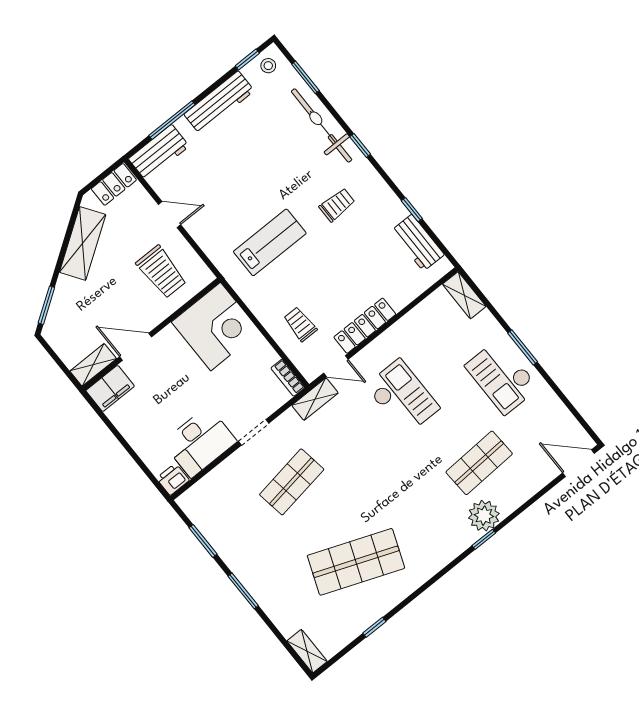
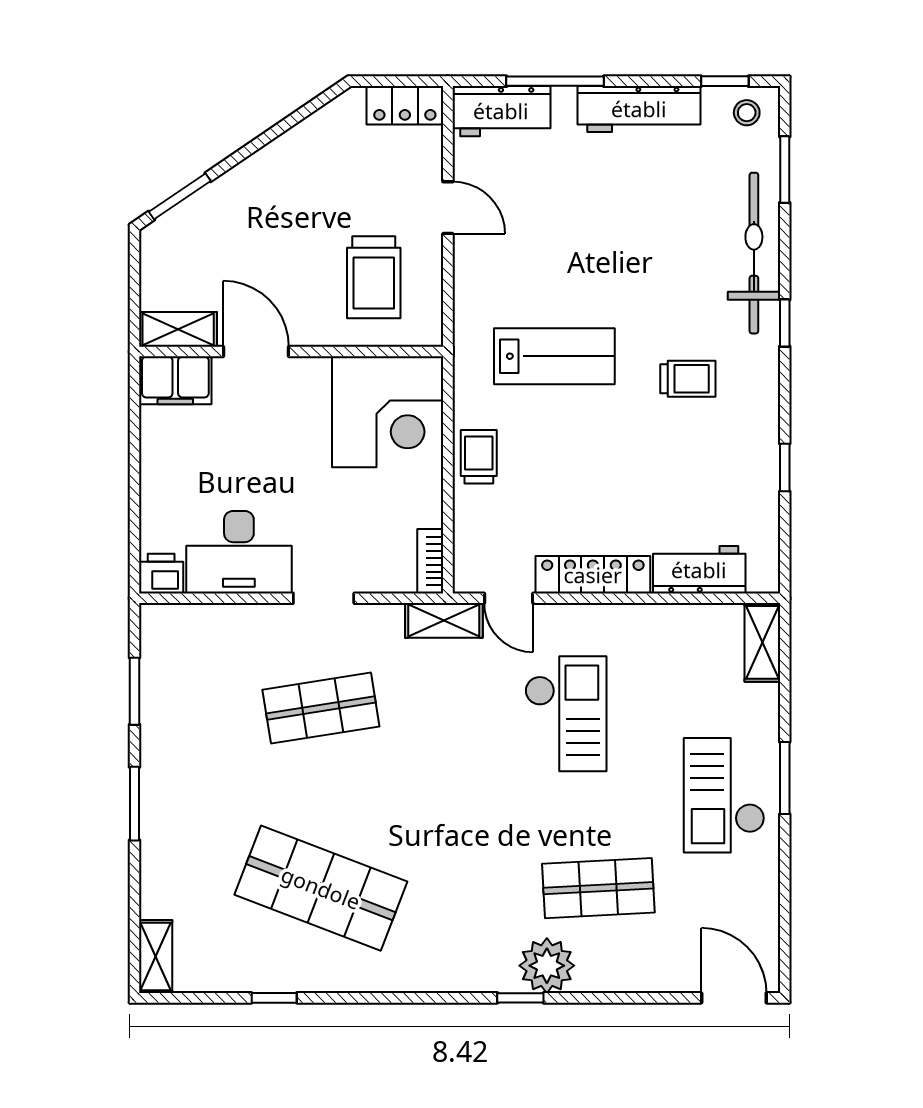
shelving: (83, 243) -> (297, 152), removed
workbench: (418, 243) -> (699, 570), moved, turned 90
trolley: (300, 324) -> (479, 457), moved

